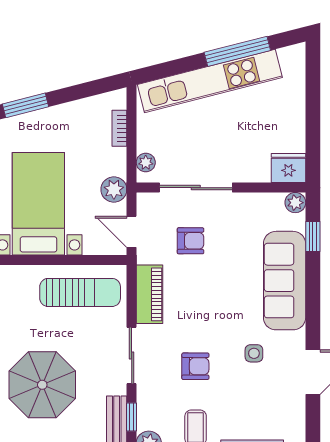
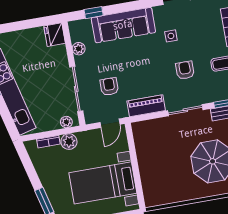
plant: (114, 189) -> (69, 142), moved
plant: (295, 203) -> (79, 49), moved
sun lounger: (80, 292) -> (152, 148), removed

